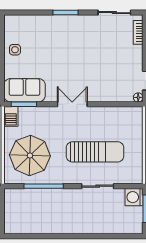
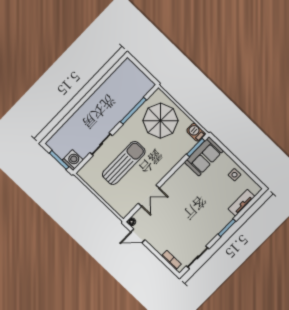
tv unit: (33, 21) -> (241, 203), added
double door: (72, 104) -> (149, 196), moved
sun lounger: (95, 152) -> (124, 163), turned 180

